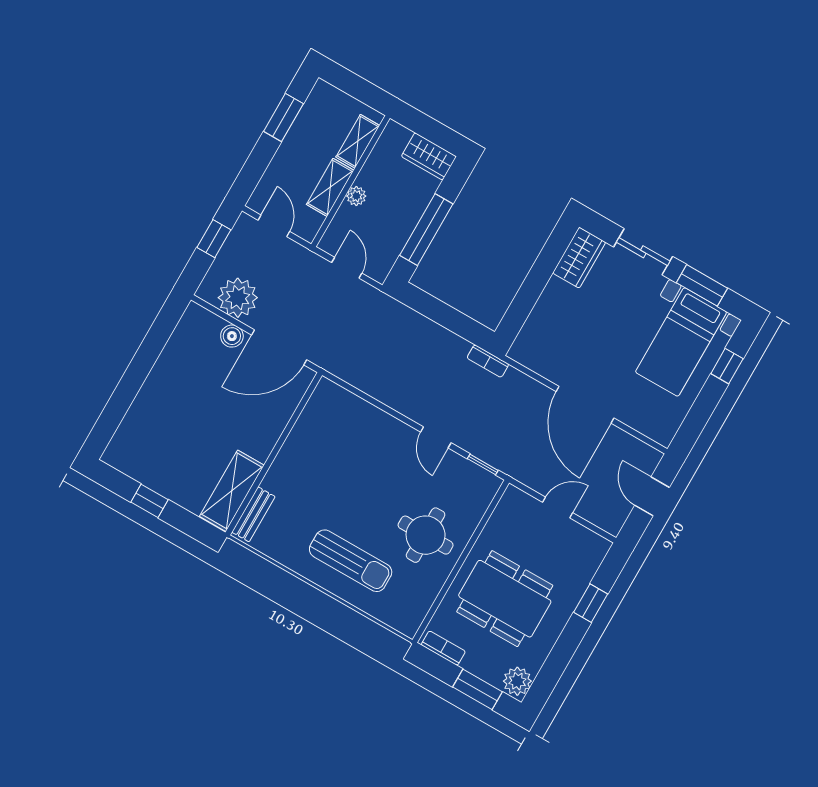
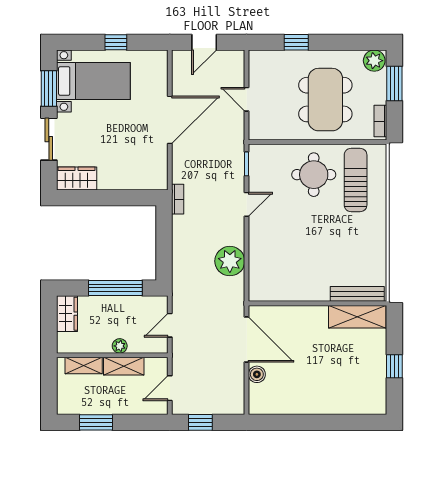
plant: (238, 298) -> (230, 261), moved
window: (727, 366) -> (116, 42), moved
bench: (253, 514) -> (357, 294), width x1.36
sun lounger: (351, 561) -> (356, 180), moved

